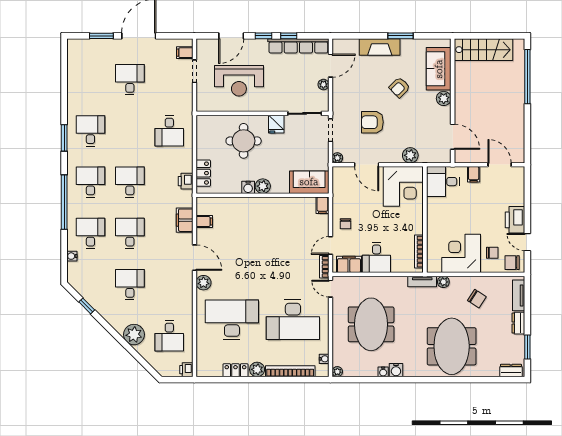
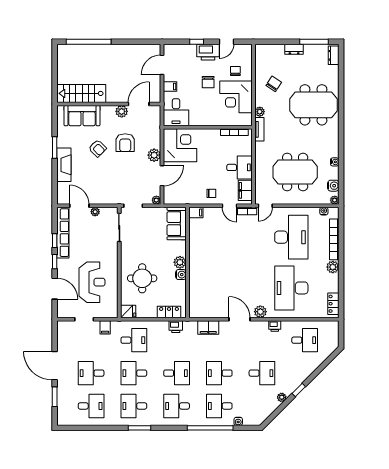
stairs: (483, 50) -> (81, 93), moved, turned -90
filing cabinet: (185, 53) -> (105, 327), moved
desk: (90, 80) -> (91, 406), added
plant: (444, 98) -> (122, 111), moved
armchair: (372, 122) -> (125, 143), moved
fridge: (276, 124) -> (128, 312), moved
desk: (130, 131) -> (134, 373), added
plant: (410, 155) -> (154, 155), moved
desk: (130, 182) -> (177, 373), turned 180
window: (64, 202) -> (210, 428), moved
window: (527, 206) -> (197, 42), added
filing cabinet: (204, 222) -> (209, 311), removed
door: (194, 258) -> (239, 319), hinge flipped
chair: (512, 263) -> (208, 82), moved
desk: (130, 285) -> (262, 373), turned 180
tv unit: (519, 295) -> (271, 49), removed
window: (87, 306) -> (299, 390), moved
plant: (134, 335) -> (282, 397), moved, width x0.53, depth x0.53
window: (527, 347) -> (314, 42), width x1.44
printer: (186, 370) -> (275, 326), moved
locker: (235, 370) -> (333, 304), moved
water cooler: (396, 370) -> (333, 186), moved

